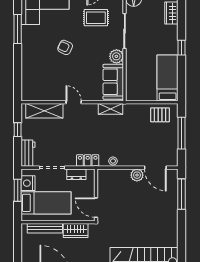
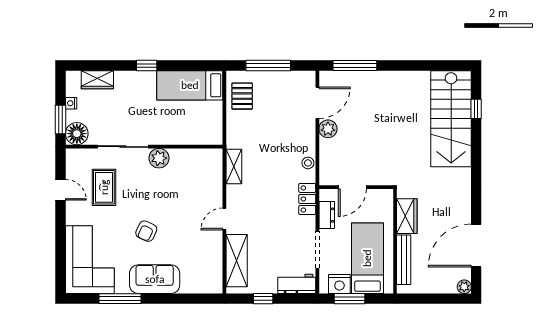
sofa: (113, 82) -> (155, 279), moved, turned 180
door: (96, 208) -> (352, 187), moved

